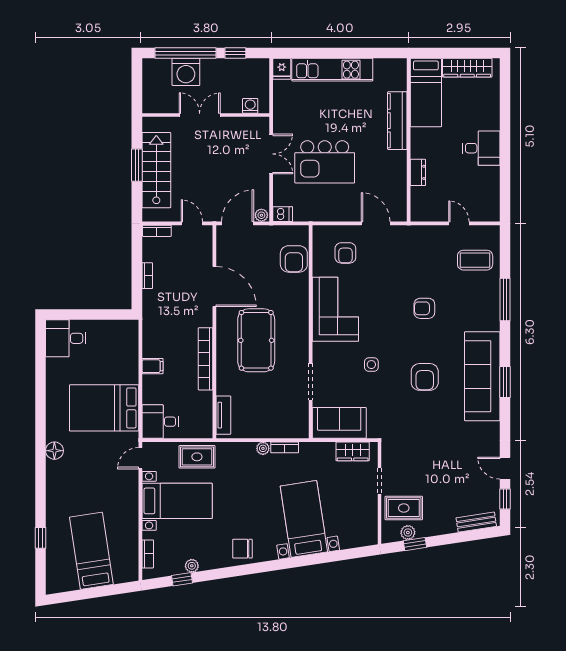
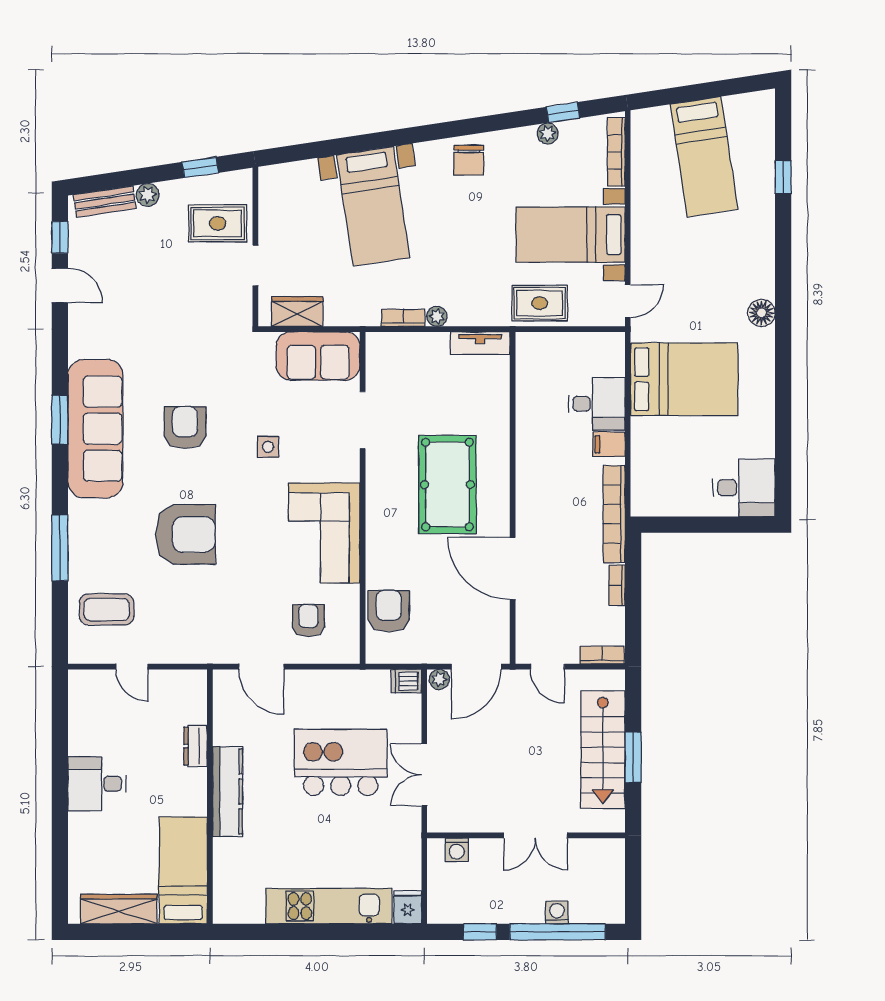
washing machine: (186, 72) -> (557, 913), width x0.53, depth x0.53
kitchen counter: (397, 121) -> (228, 791), moved
armchair: (424, 308) -> (186, 534), width x1.88, depth x1.88
bookcase: (206, 359) -> (614, 514), moved, turned 180
tv unit: (223, 415) -> (480, 343), moved, turned -90
desk: (160, 422) -> (597, 404), moved
plant: (408, 532) -> (148, 195), moved
chair: (242, 549) -> (469, 160), turned 90
bookcase: (148, 554) -> (616, 152), width x1.56

